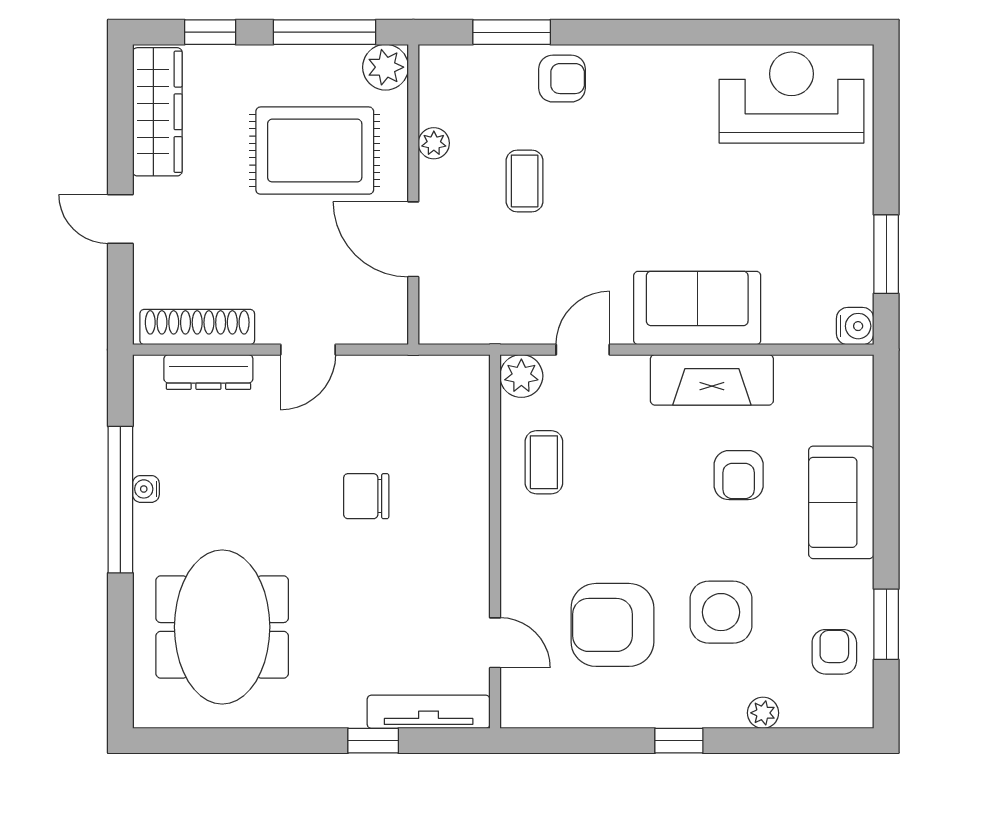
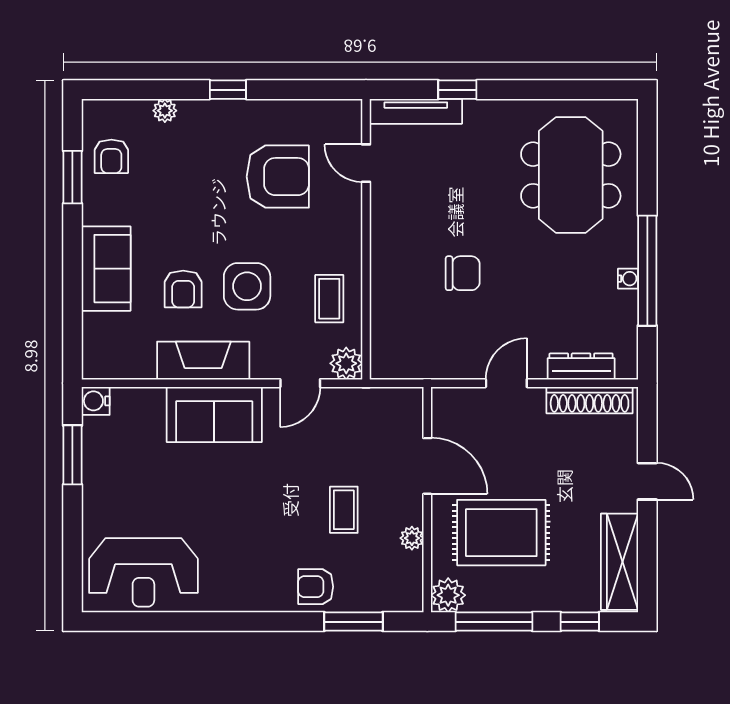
armchair: (739, 475) -> (183, 289), turned 180
side table: (721, 612) -> (247, 286), moved

